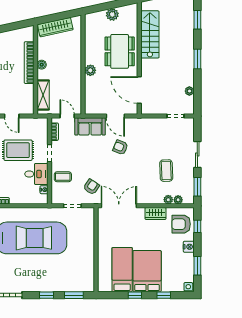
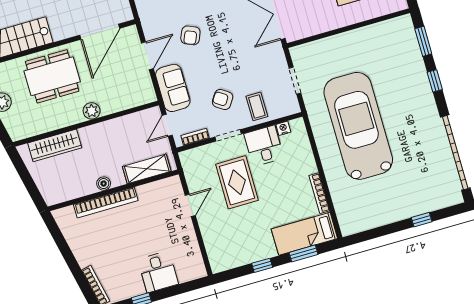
wardrobe: (55, 27) -> (55, 145), moved, turned 102
armchair: (91, 187) -> (223, 100), moved

